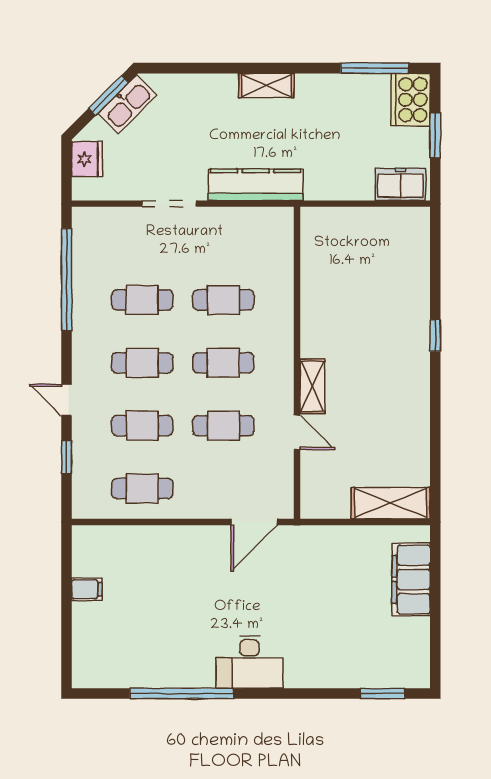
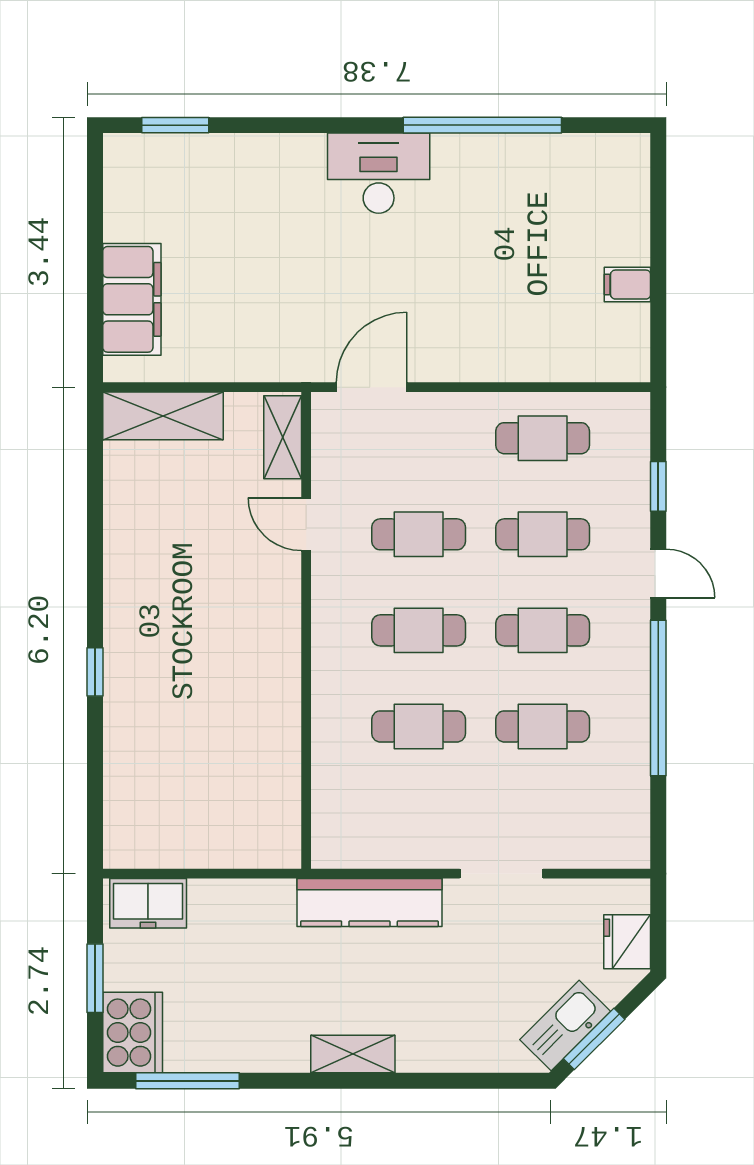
window: (67, 279) -> (658, 698), moved
shelving: (312, 386) -> (283, 437), moved

